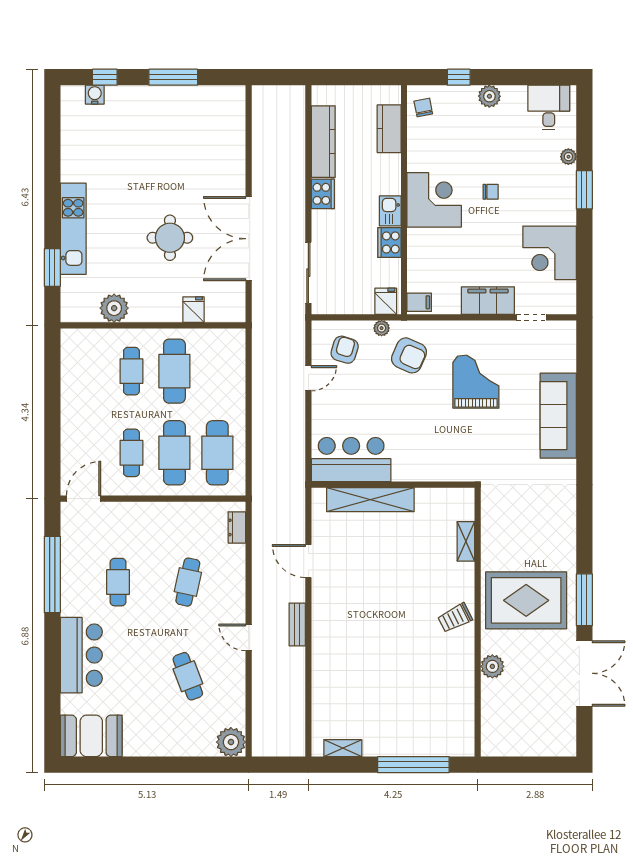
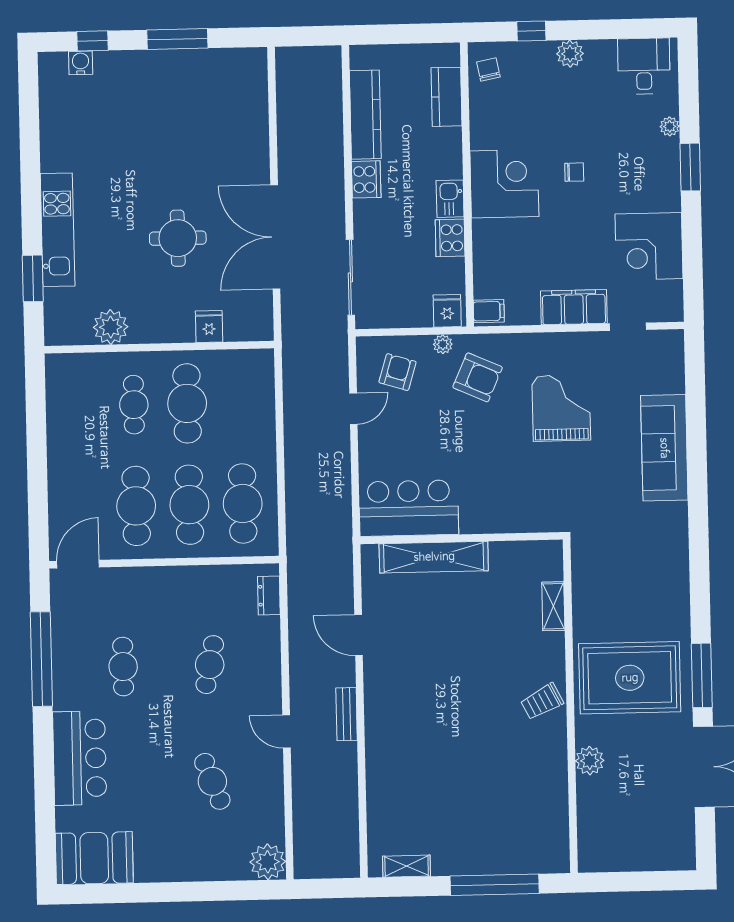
cafe table: (131, 453) -> (136, 506), width x1.37, depth x1.35

